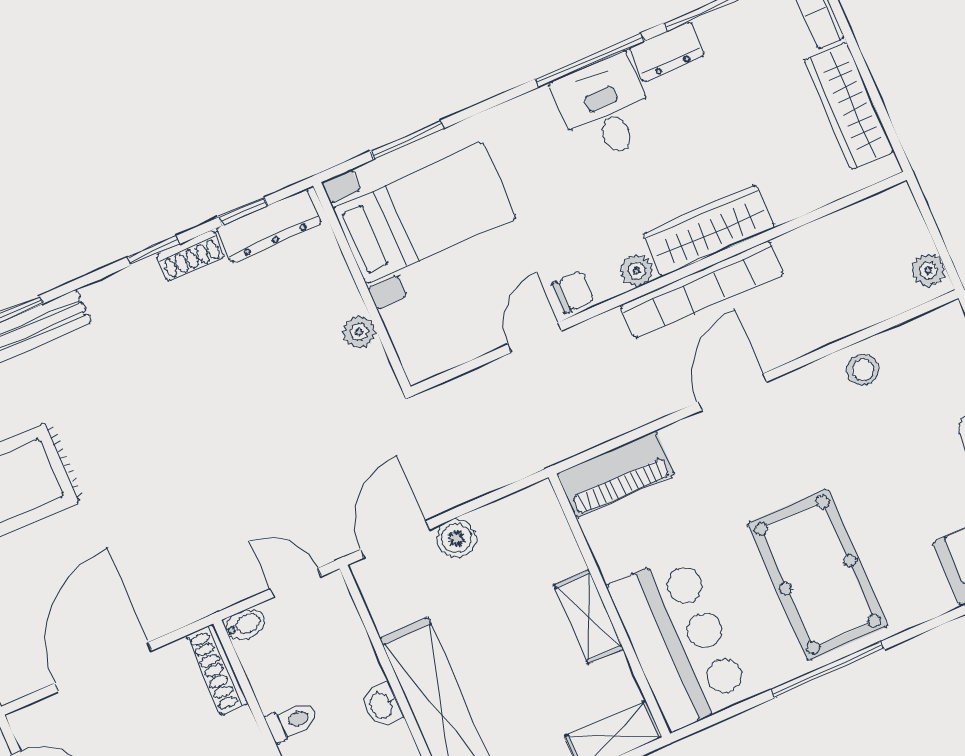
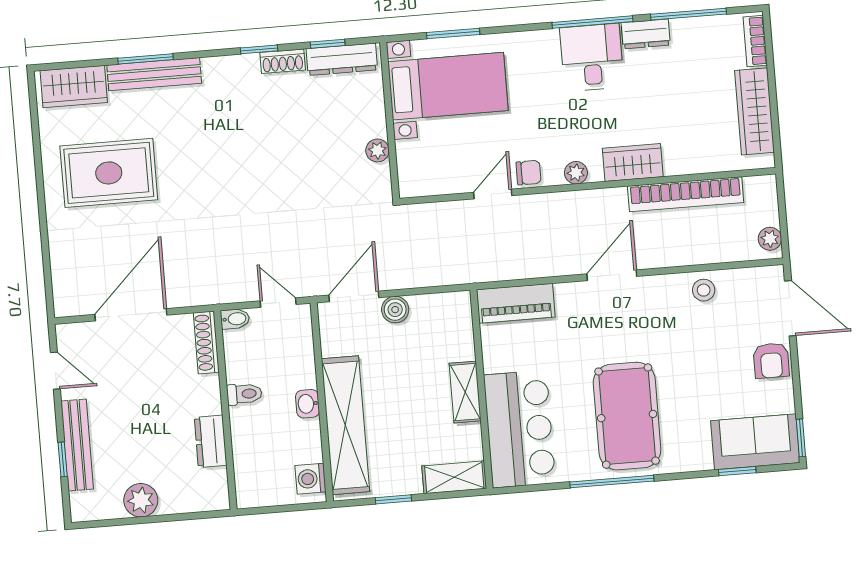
wardrobe: (708, 231) -> (633, 163), width x0.67
bookcase: (702, 289) -> (686, 194), moved

